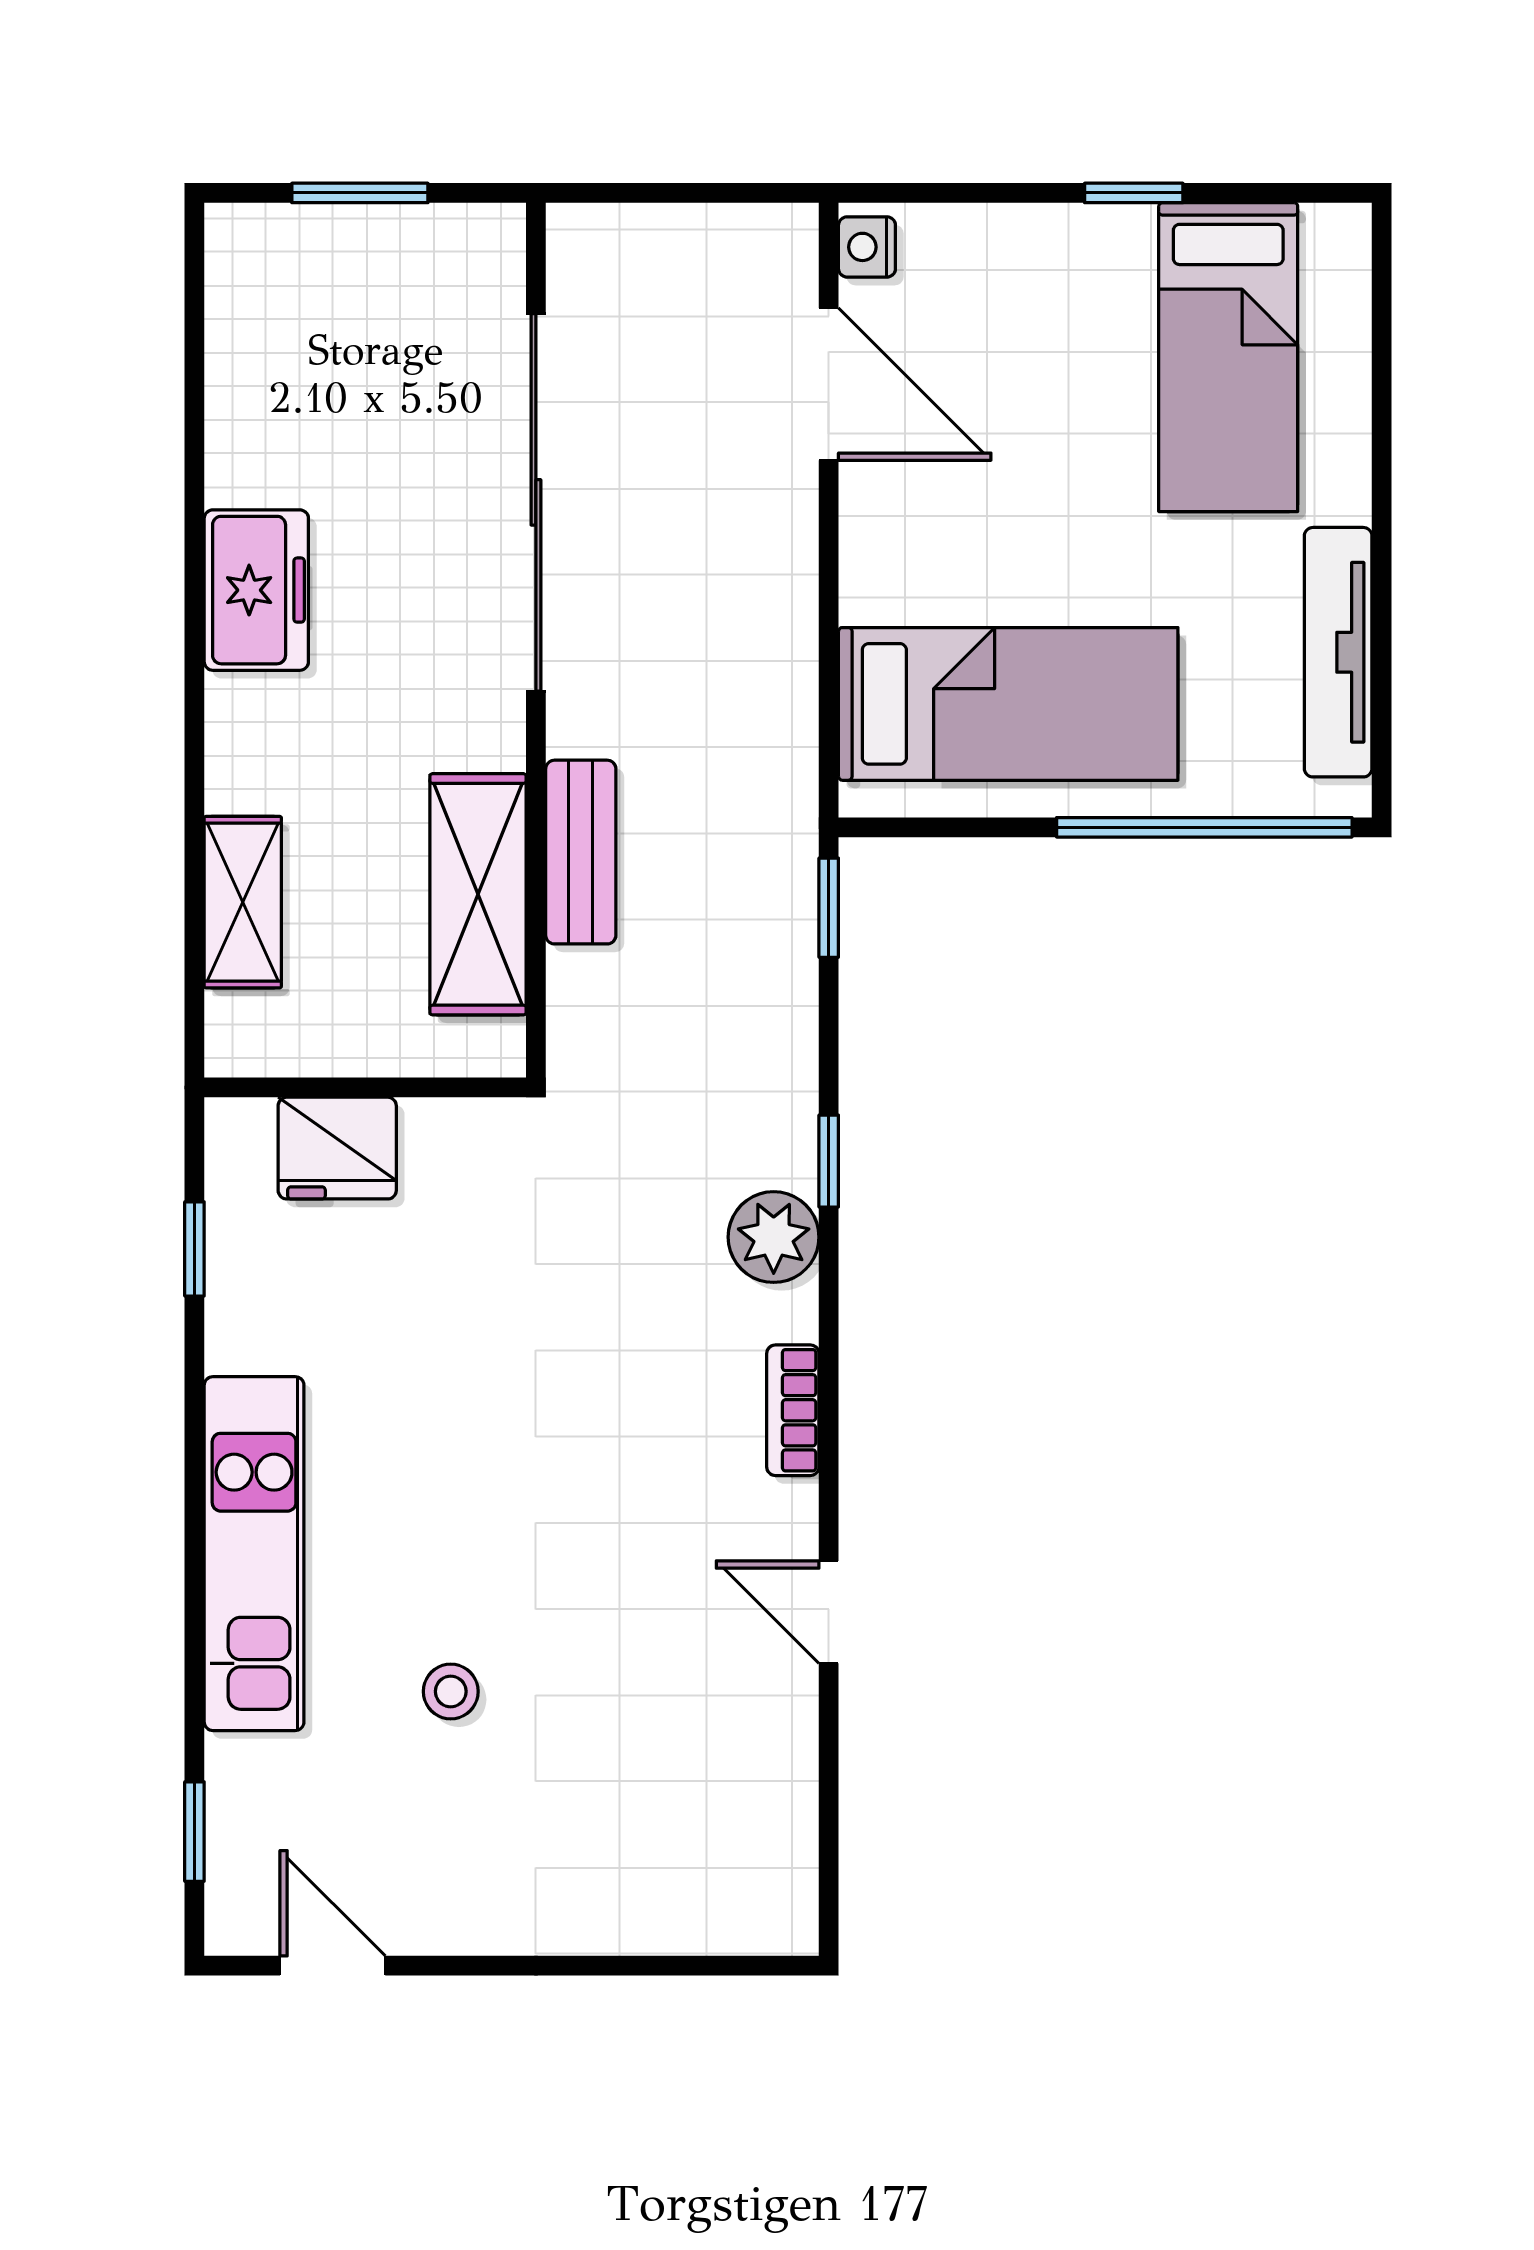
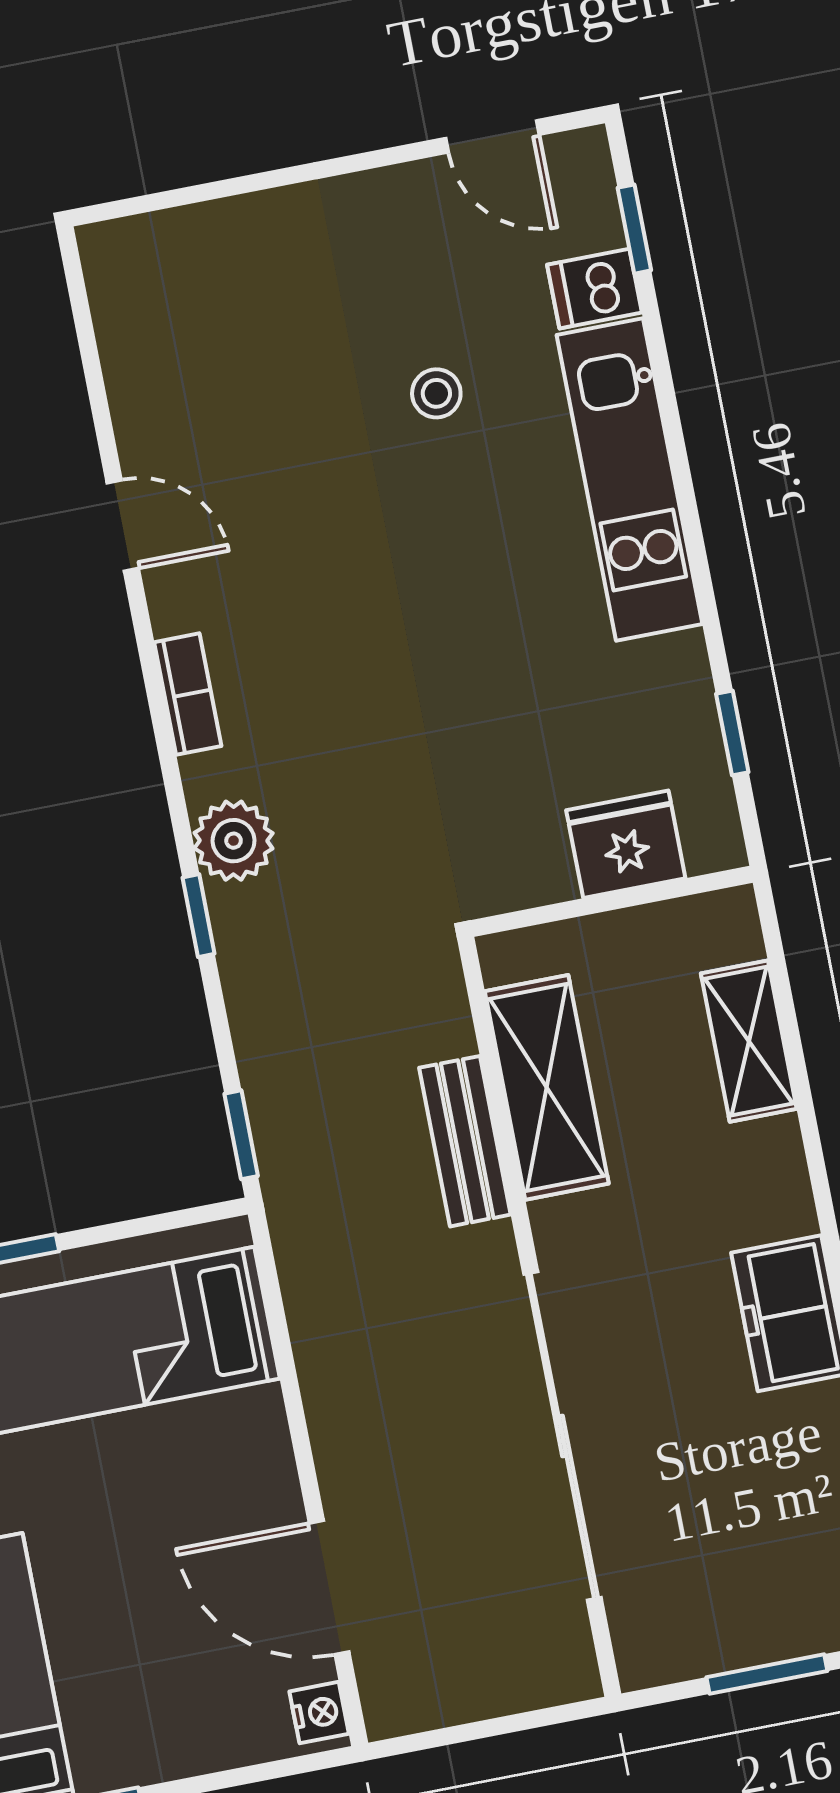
dishwasher: (252, 1774) -> (594, 289), added

